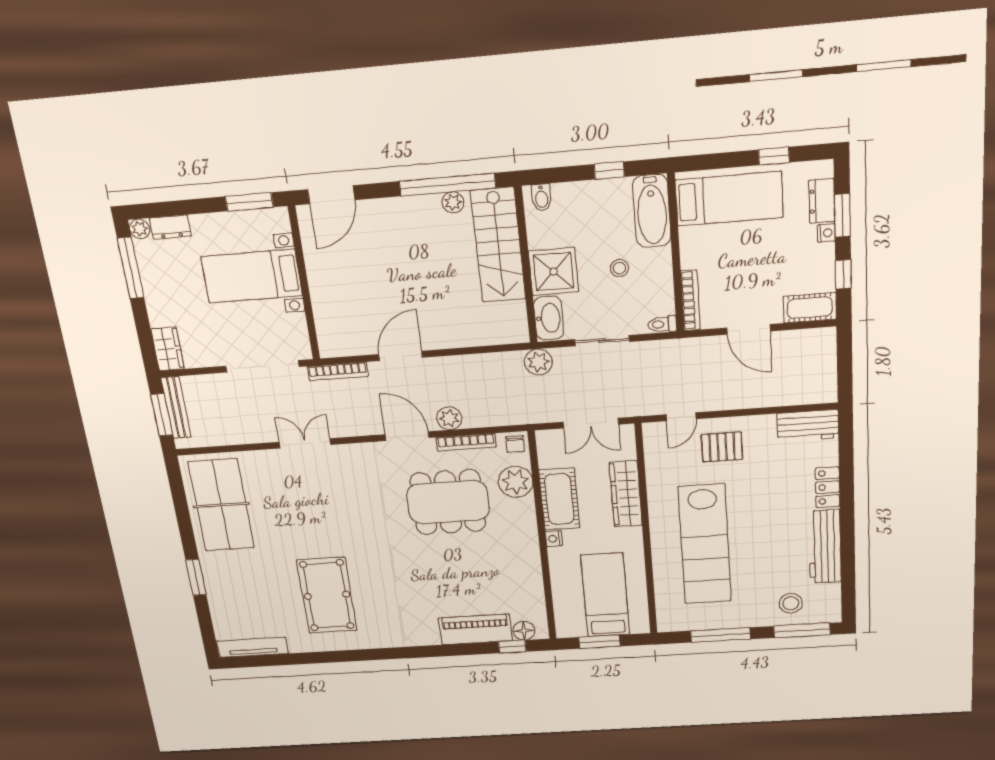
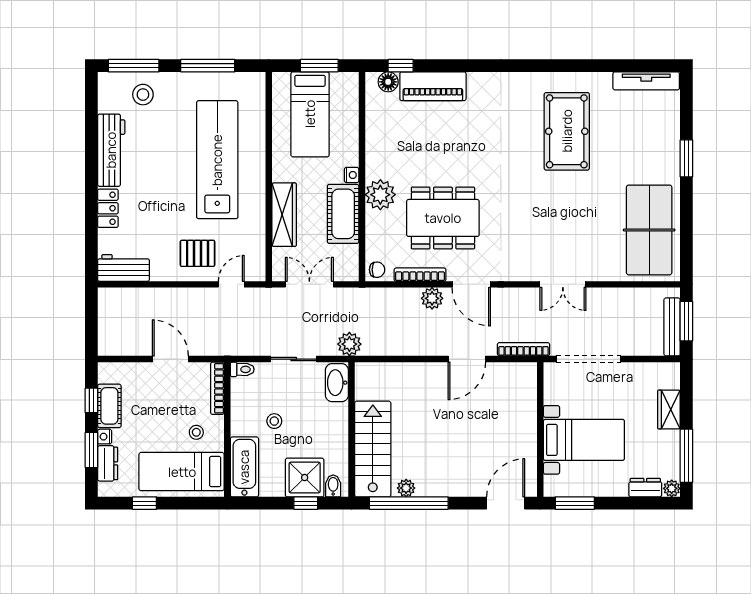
window: (609, 170) -> (306, 503), moved
stool: (713, 247) -> (196, 432), added
shower: (553, 272) -> (305, 478), moved
cot: (810, 308) -> (109, 406), moved, turned 90
wardrobe: (168, 349) -> (669, 410), moved
chair: (515, 444) -> (377, 270), turned 90
plant: (516, 482) -> (380, 195), moved

